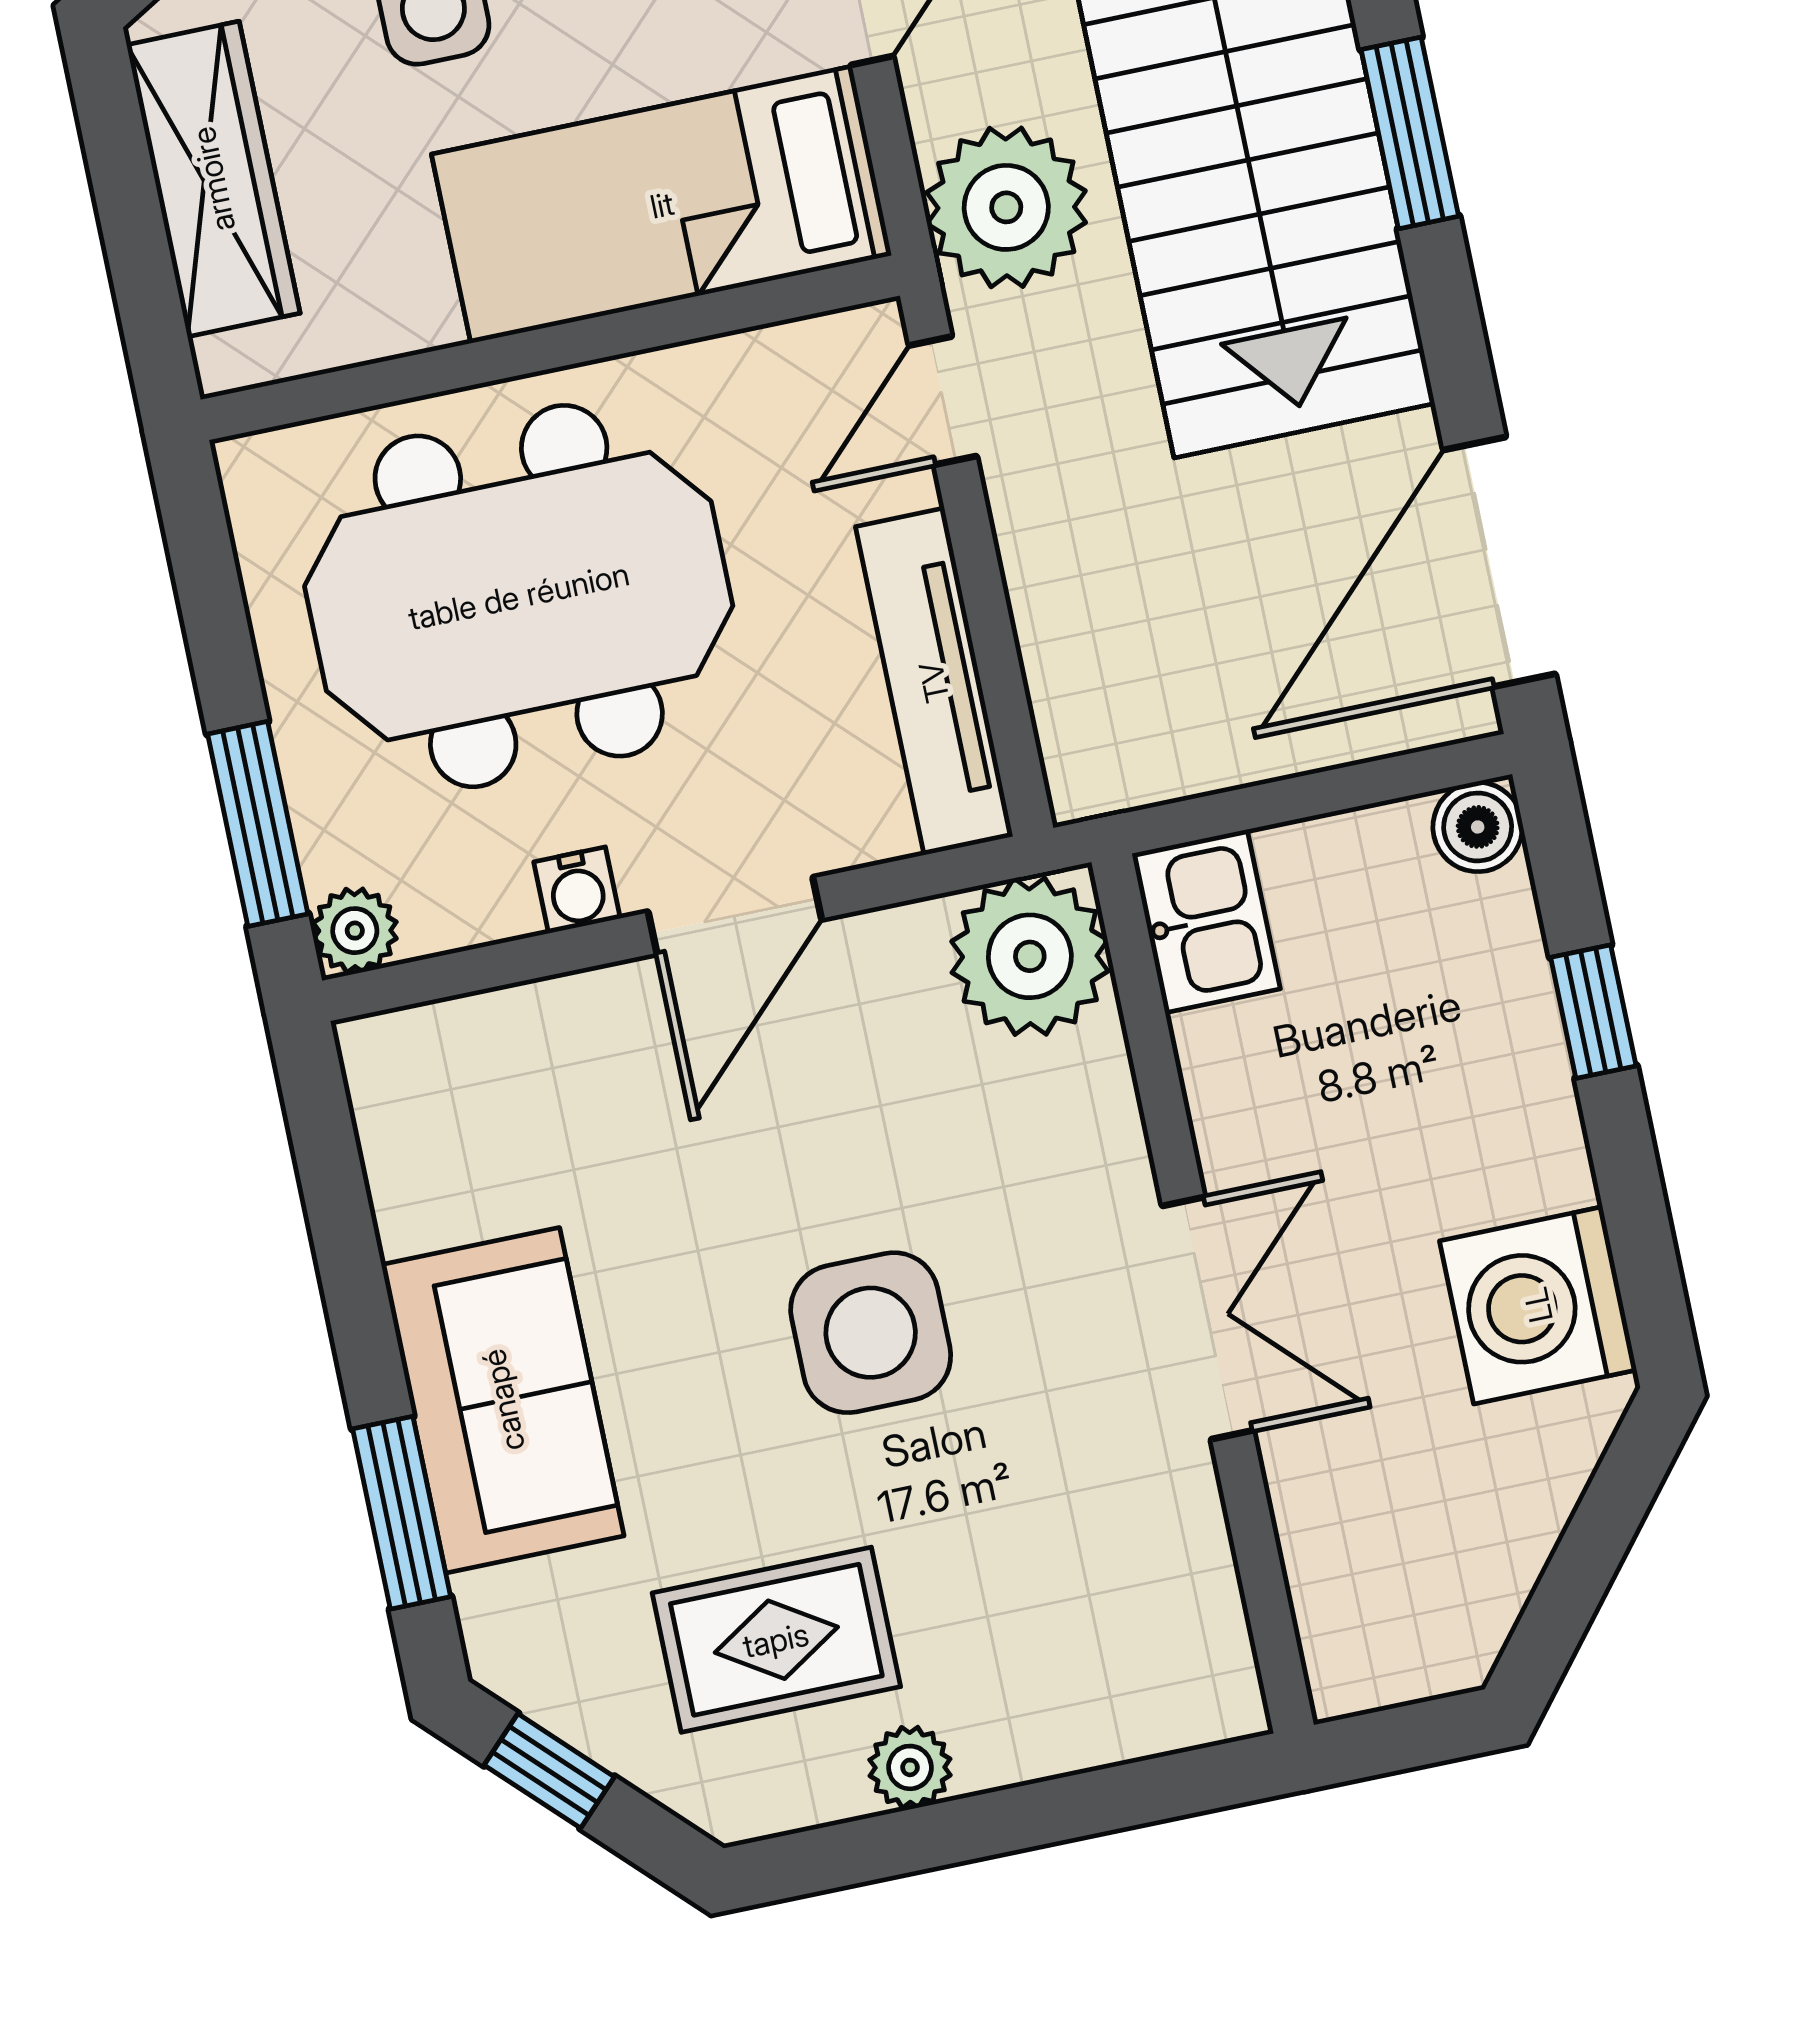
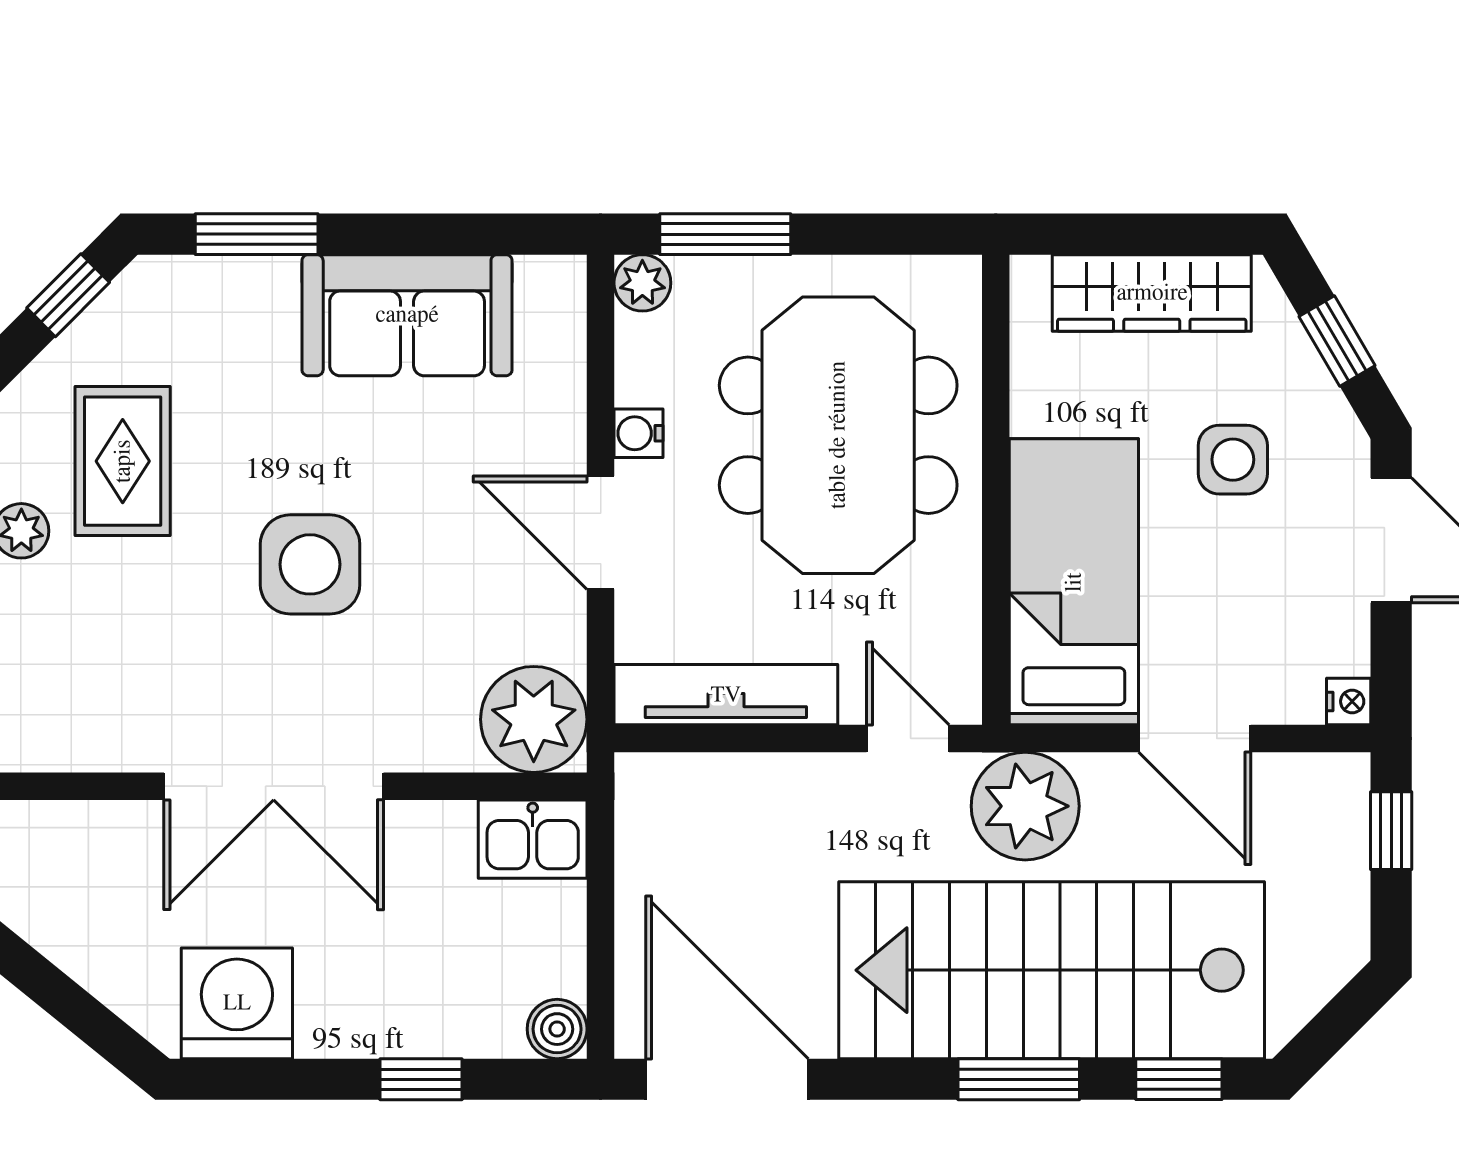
double door: (1208, 1318) -> (274, 786), width x1.37
sofa: (503, 1400) -> (407, 315), moved

